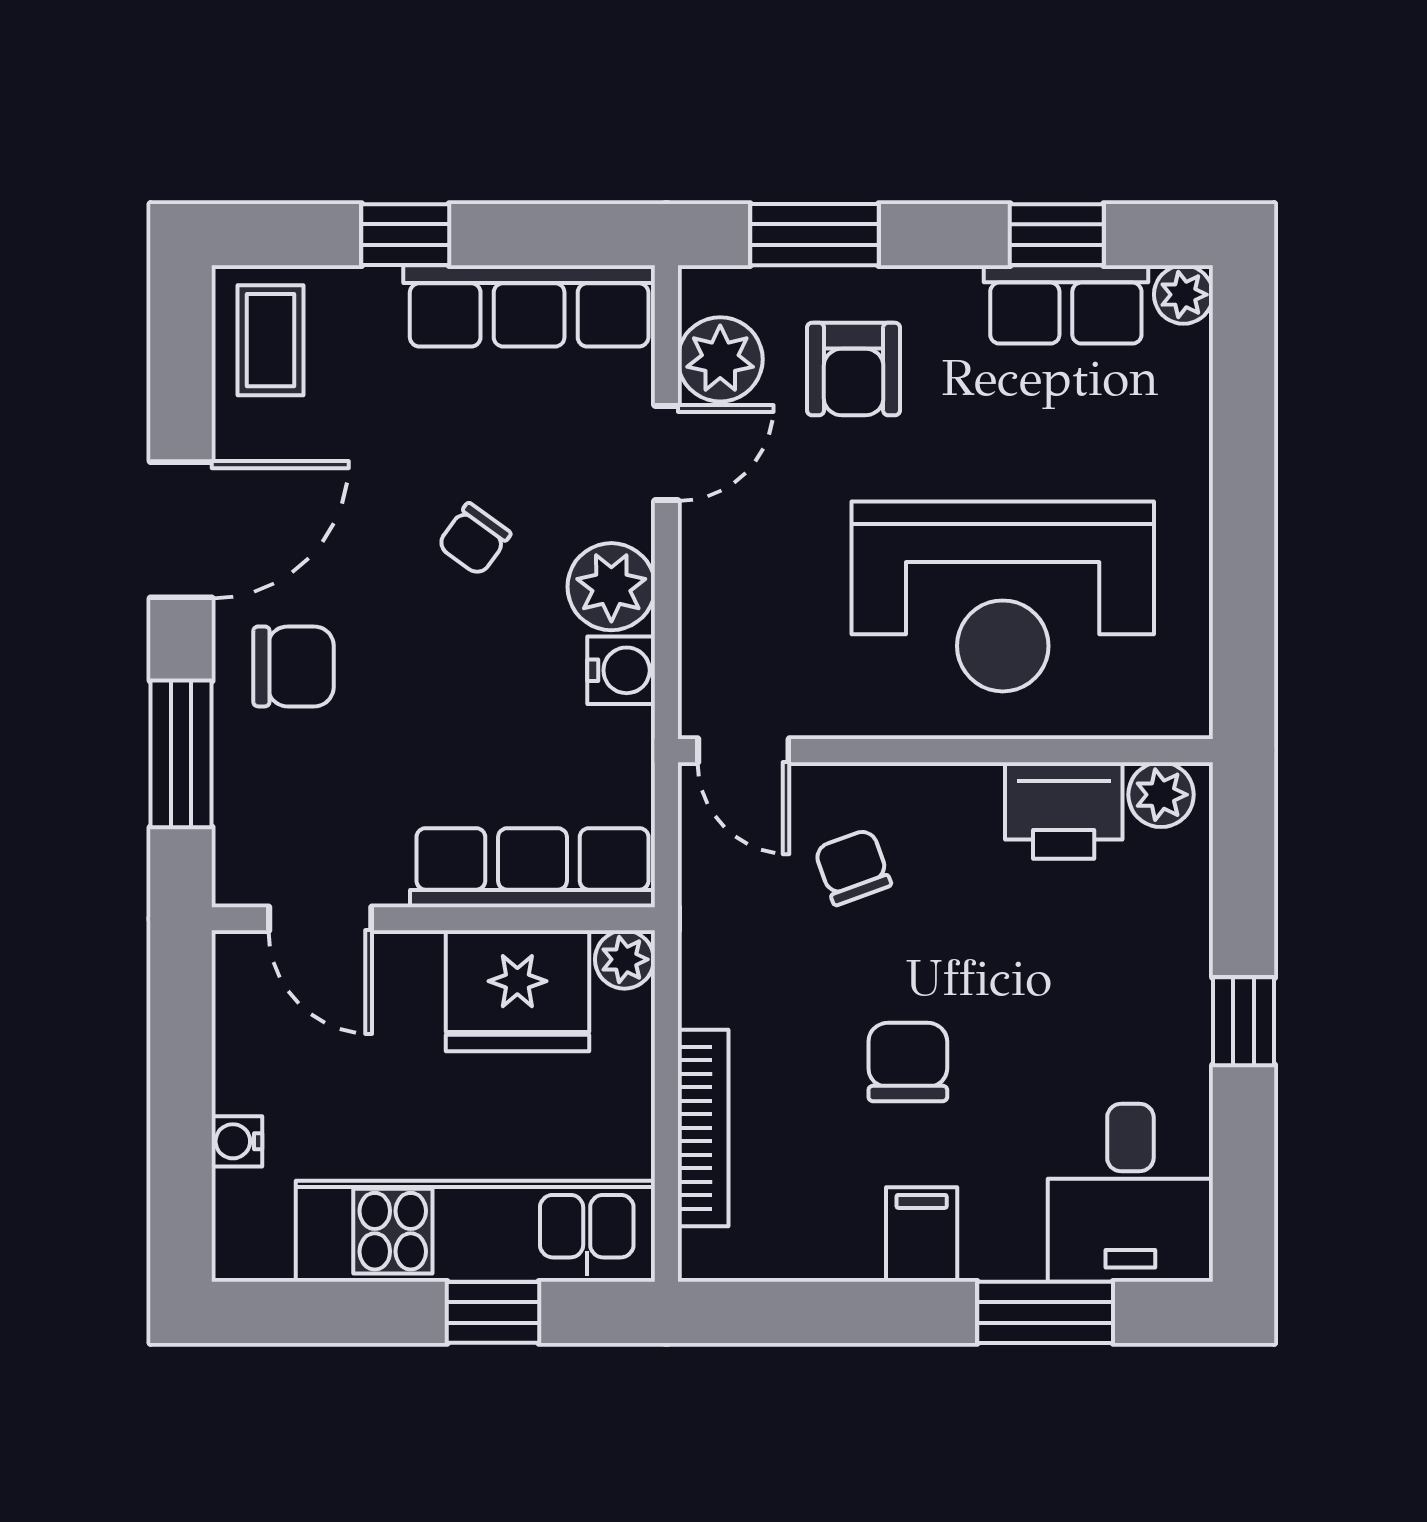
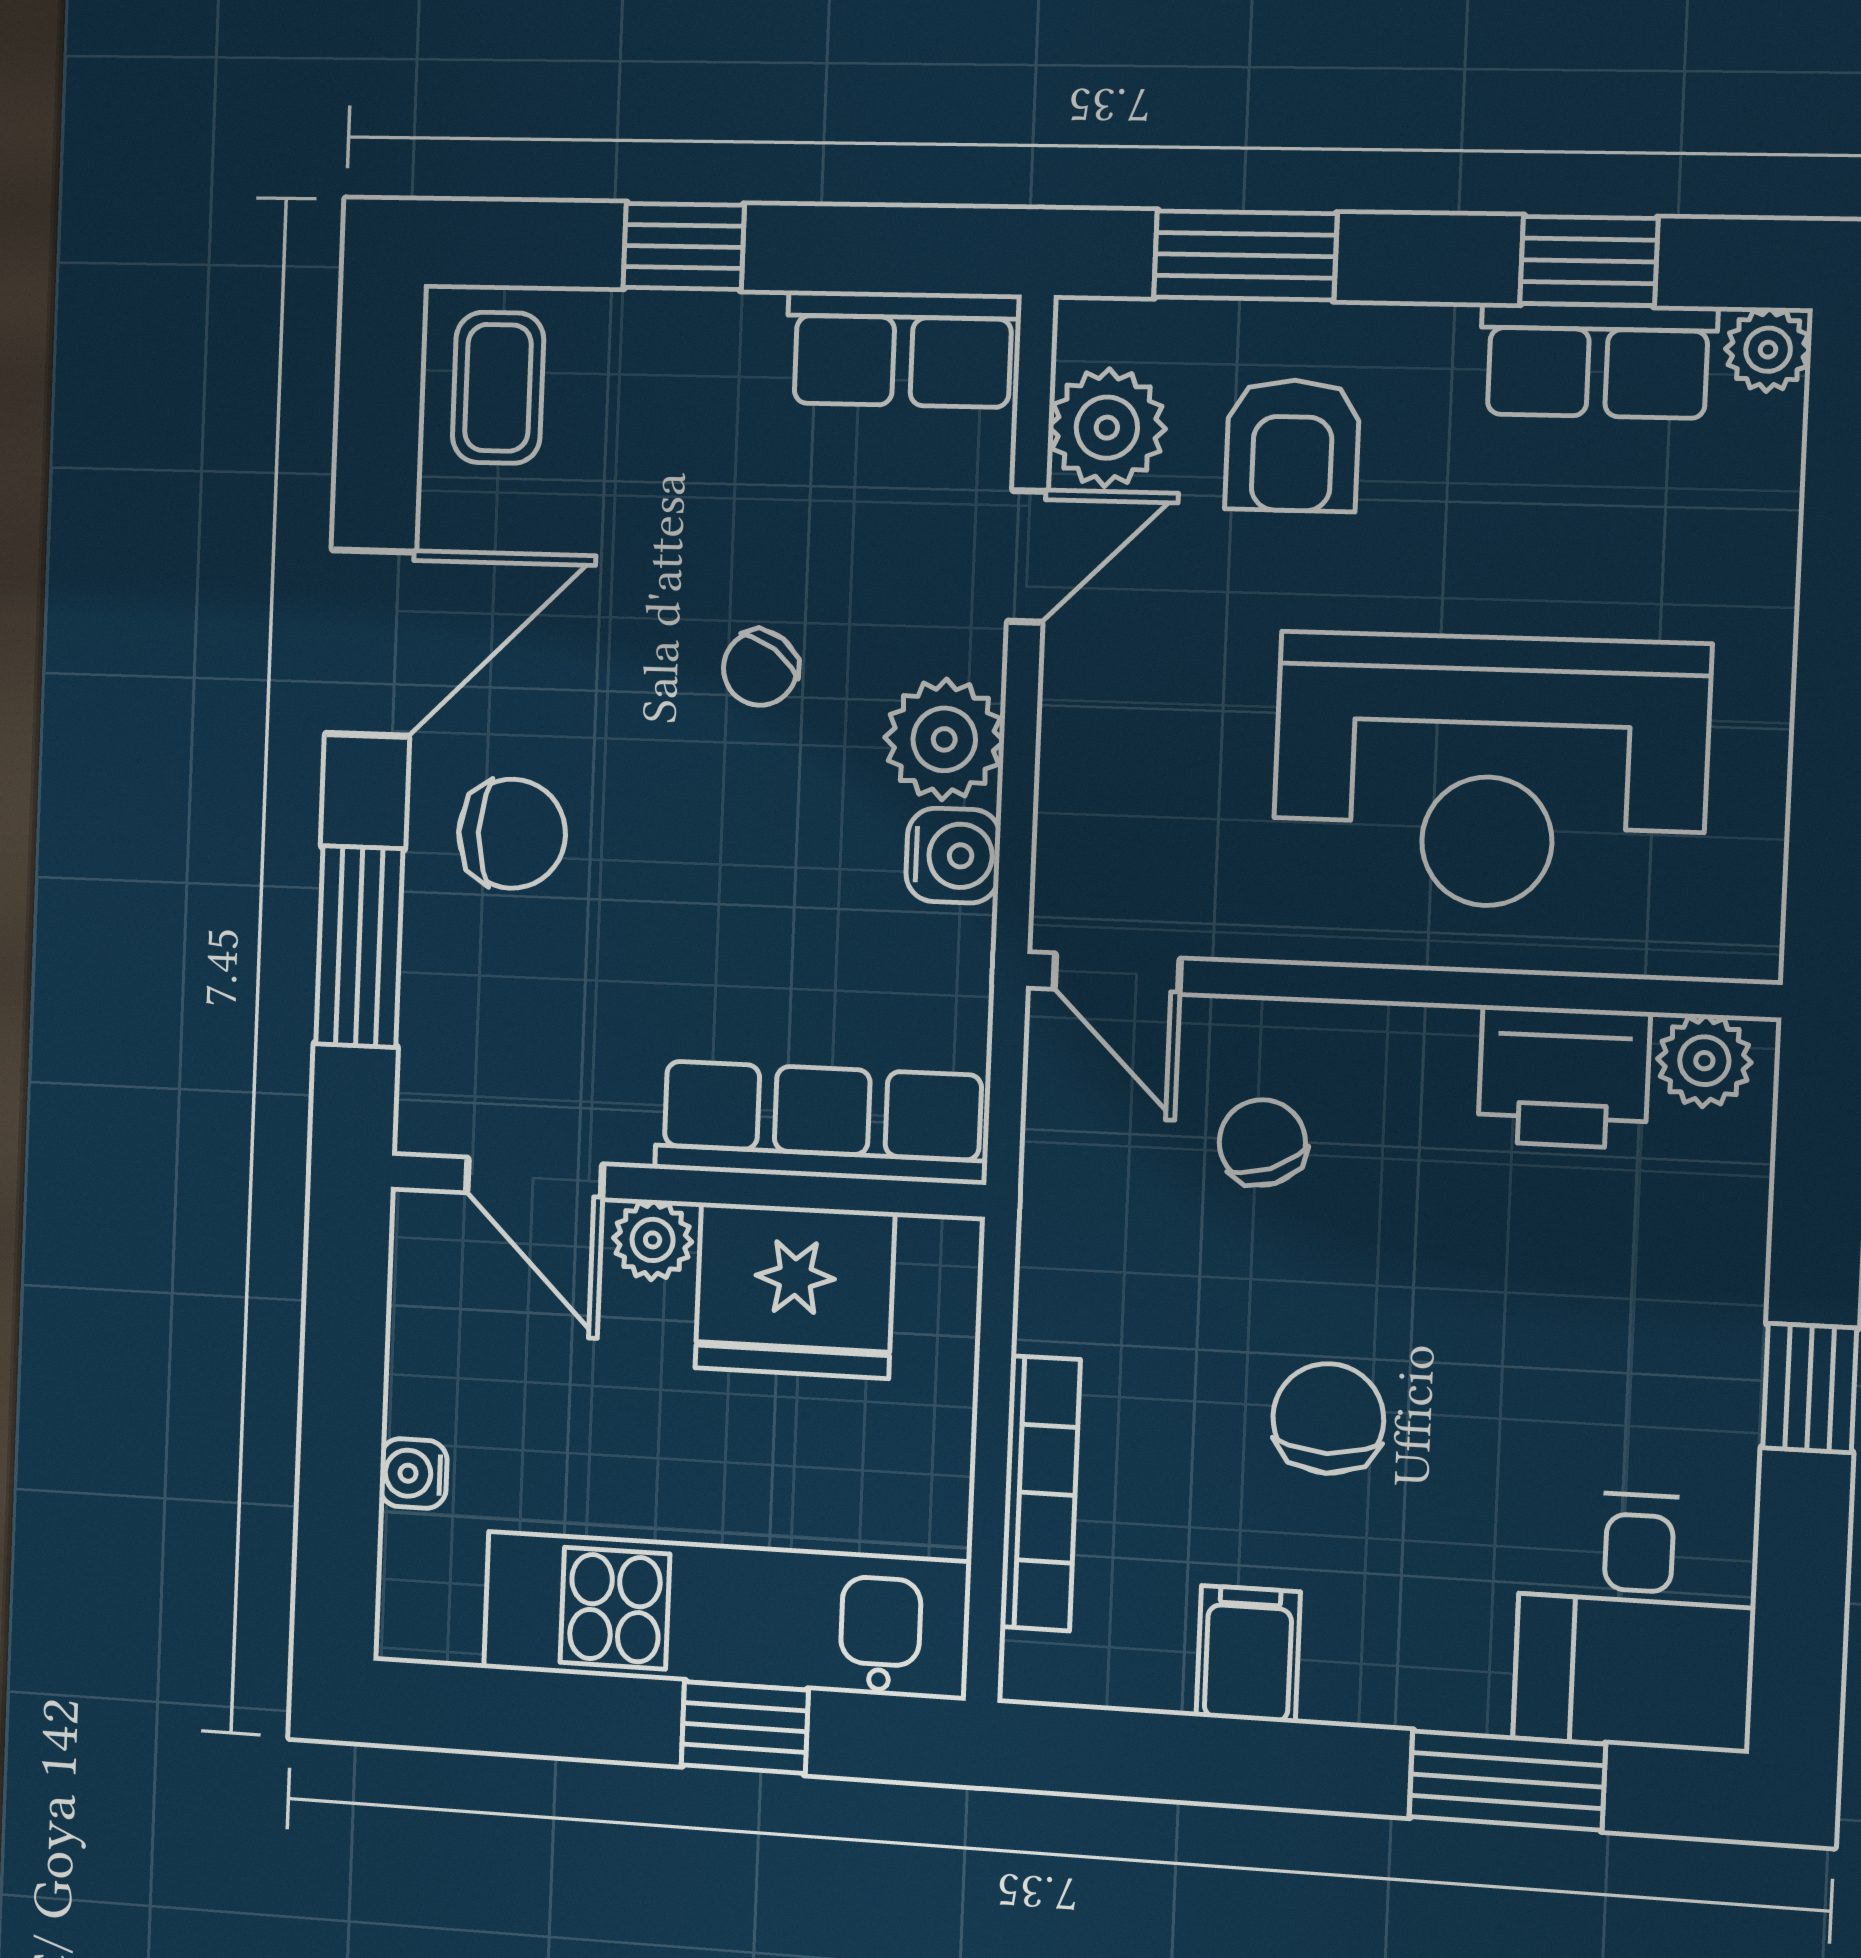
row of seats: (529, 306) -> (903, 349), width x0.68
plant: (624, 959) -> (653, 1240), moved
filing cabinet: (922, 1235) -> (1248, 1654), moved

